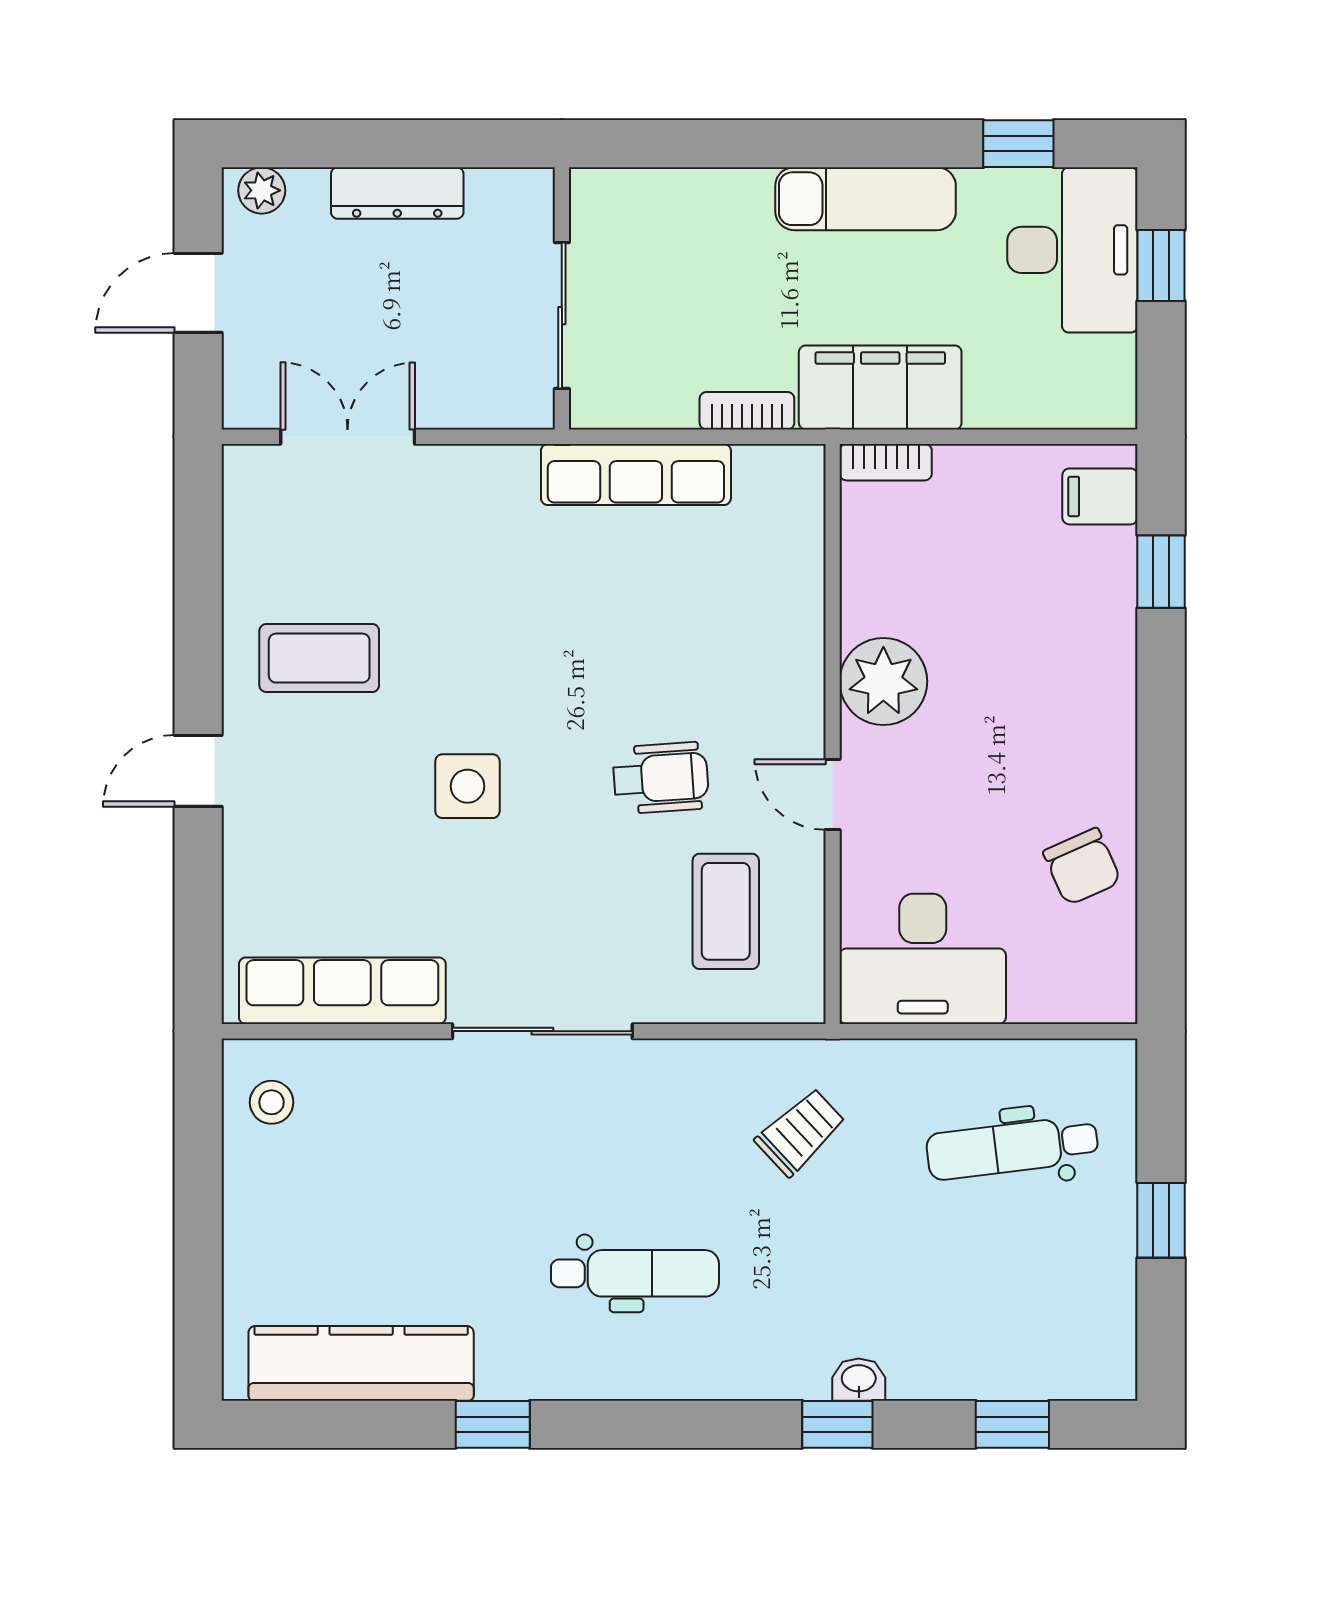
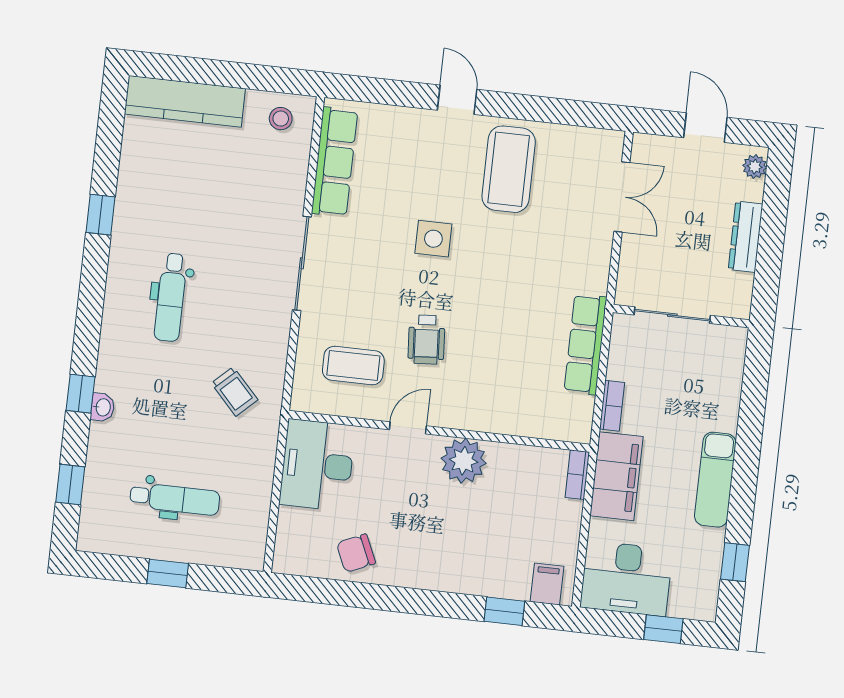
desk: (1072, 250) -> (626, 578), moved
coffee table: (319, 658) -> (509, 169), width x1.36, depth x1.32
dental chair: (1012, 1148) -> (175, 499), moved, turned 97
kitchen counter: (361, 1363) -> (185, 101), moved, turned 90

